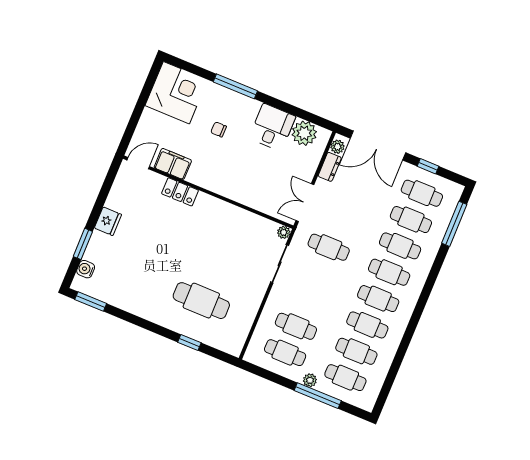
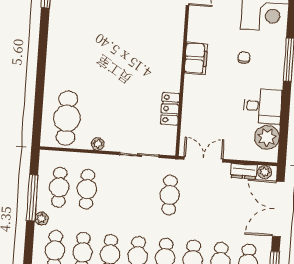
filing cabinet: (173, 164) -> (196, 58), moved
locker: (180, 192) -> (170, 109), moved
plant: (284, 232) -> (98, 144), moved
cafe table: (201, 301) -> (67, 118), moved
window: (189, 342) -> (39, 96), removed
window: (318, 396) -> (32, 198), moved

